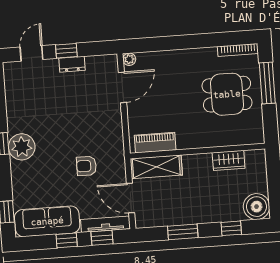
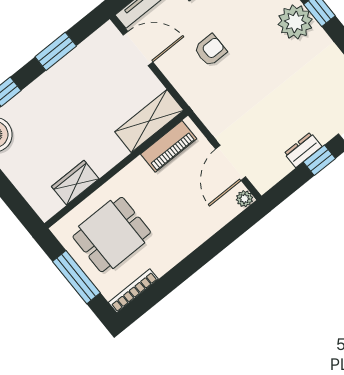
piano: (155, 143) -> (169, 146), moved
wall: (198, 151) -> (116, 169), moved
wardrobe: (229, 160) -> (75, 183), moved
shelving: (156, 167) -> (149, 121), moved

